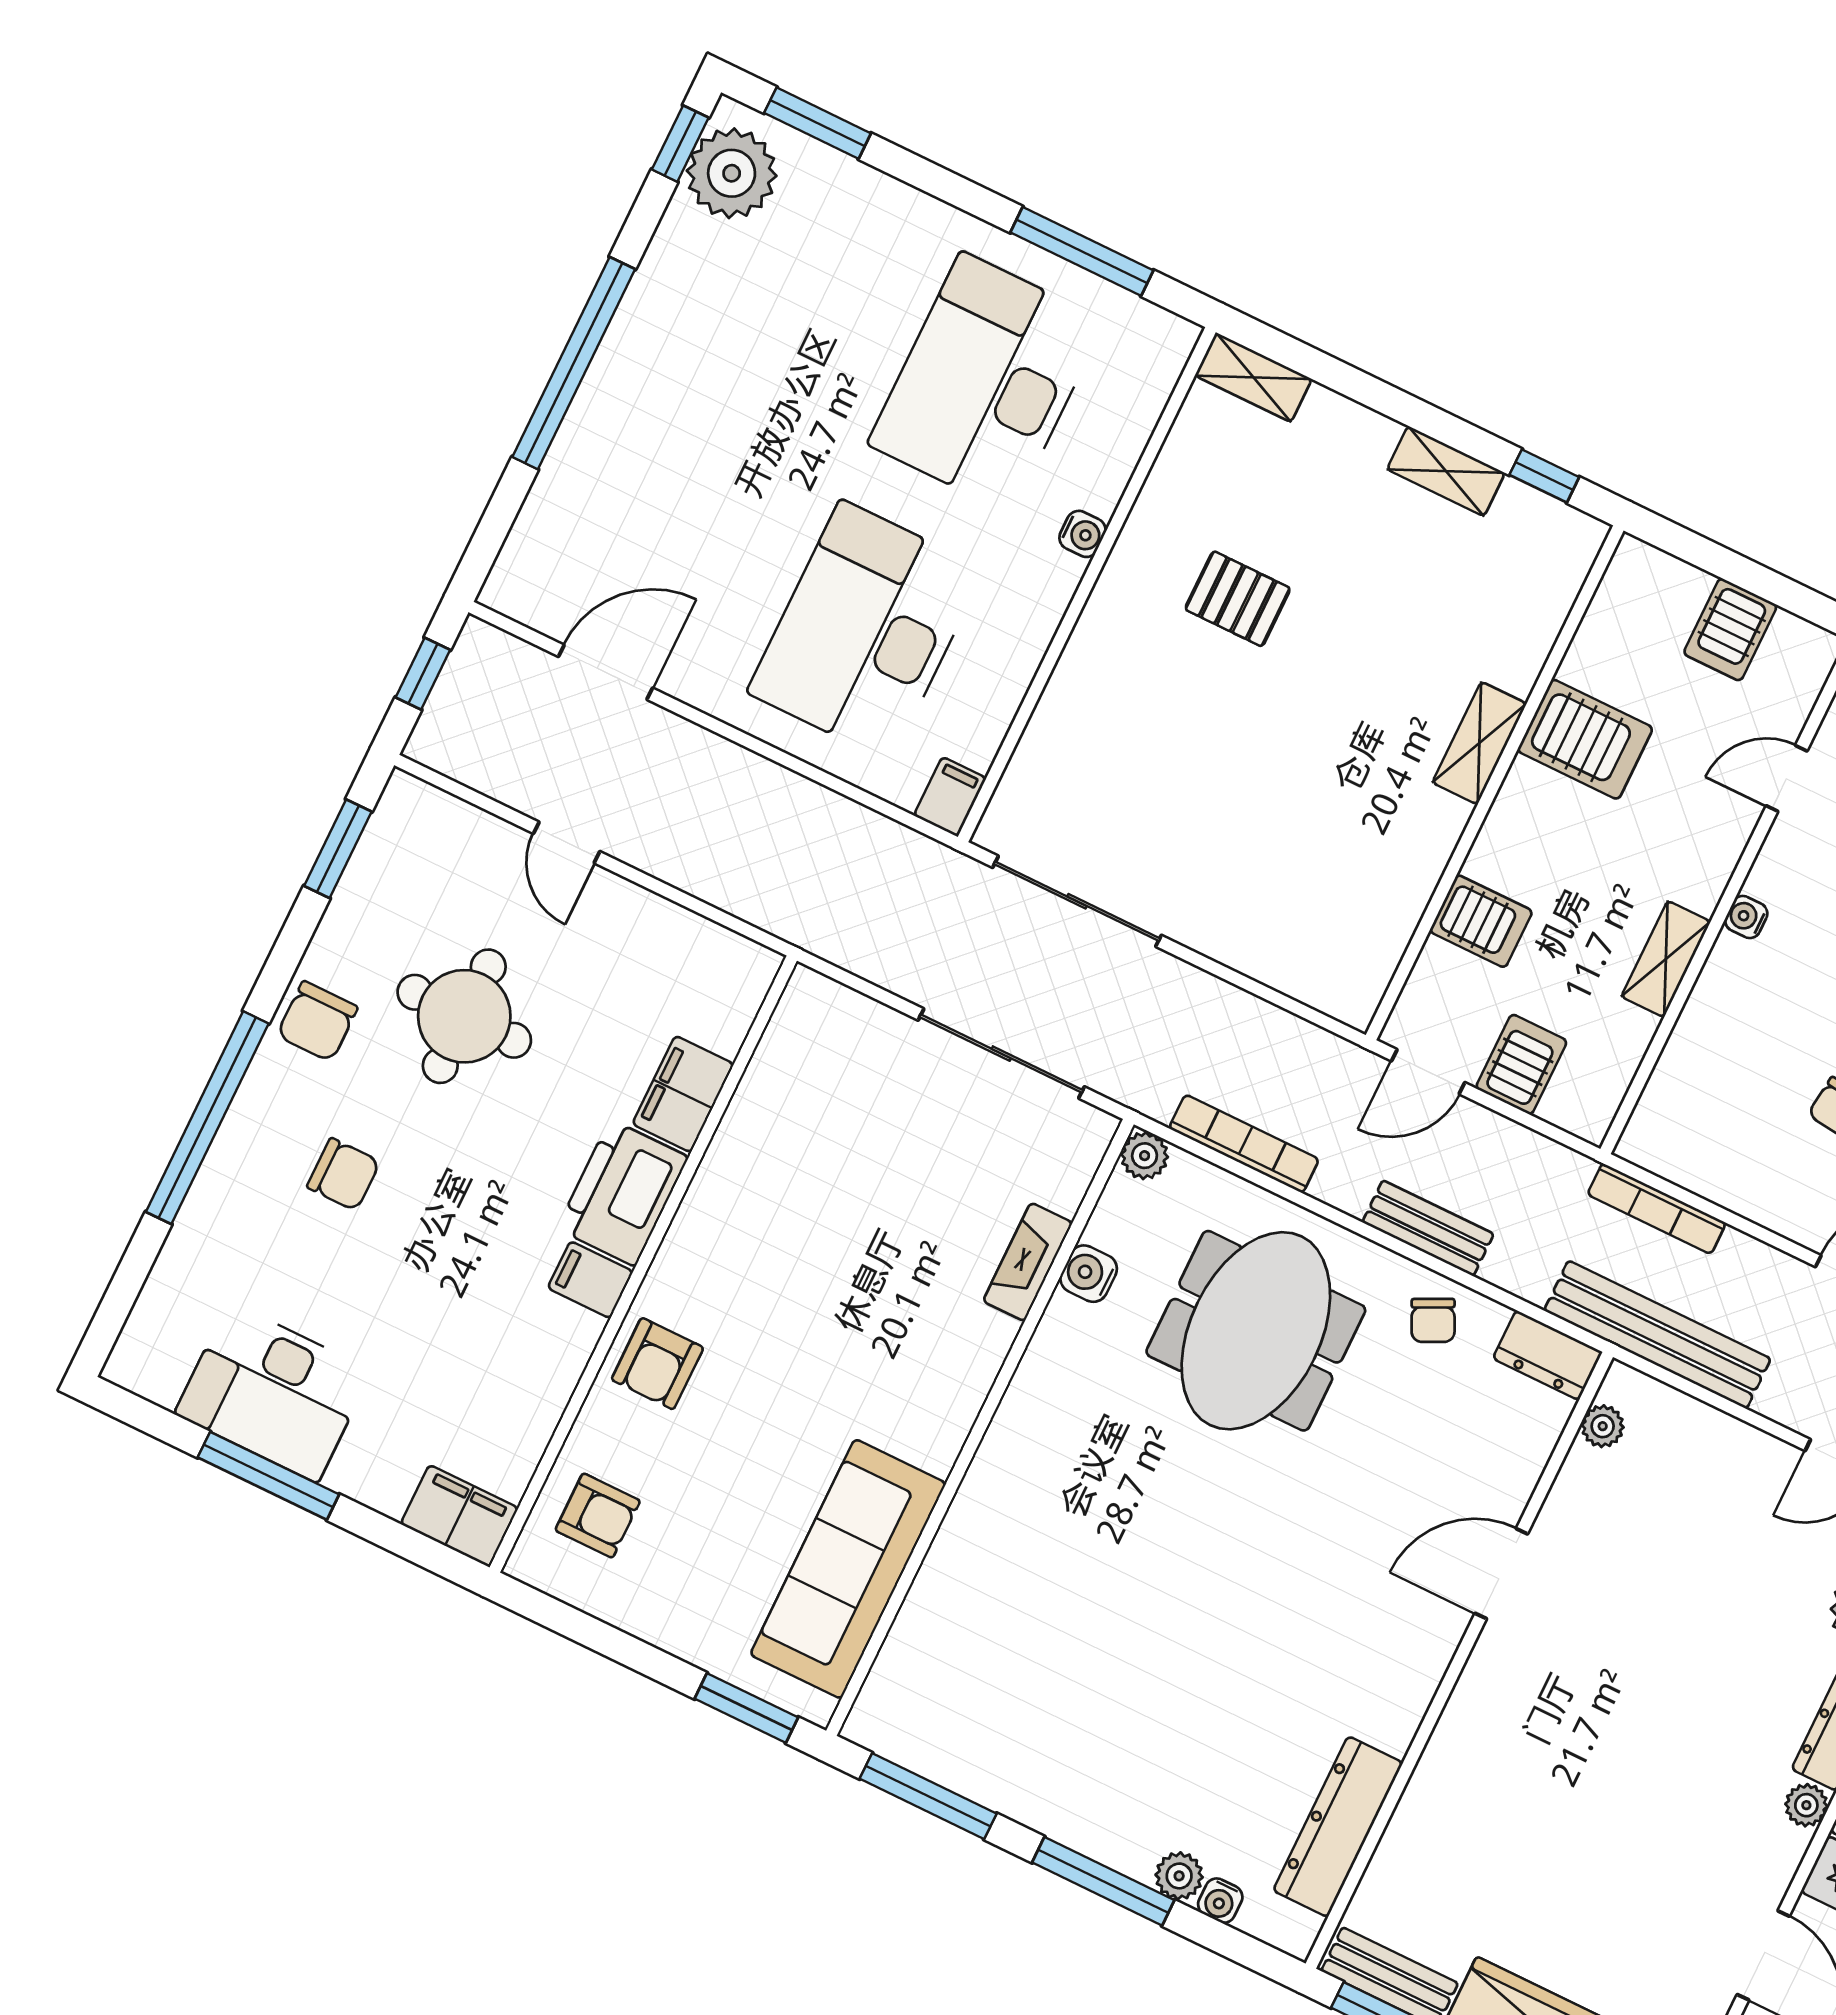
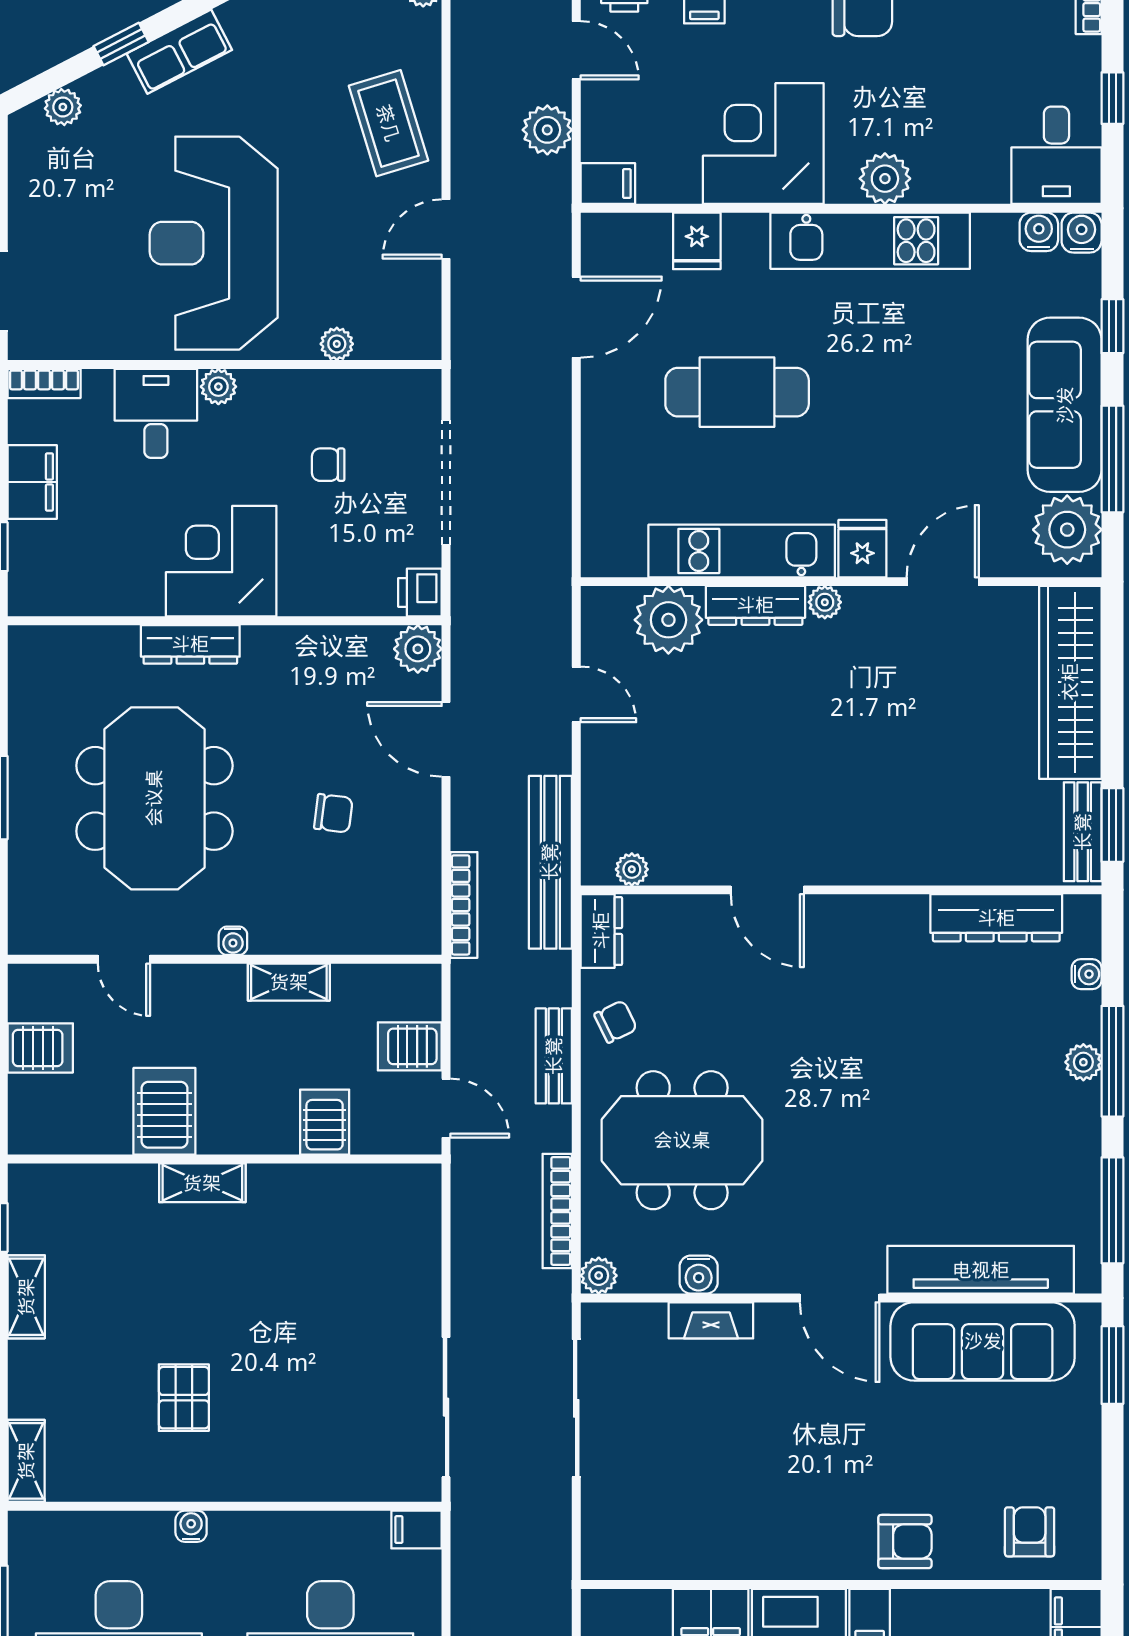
door: (981, 1426) -> (840, 1298), added
tv unit: (933, 1608) -> (981, 1270), added
plant: (1179, 1876) -> (1083, 1062), moved

